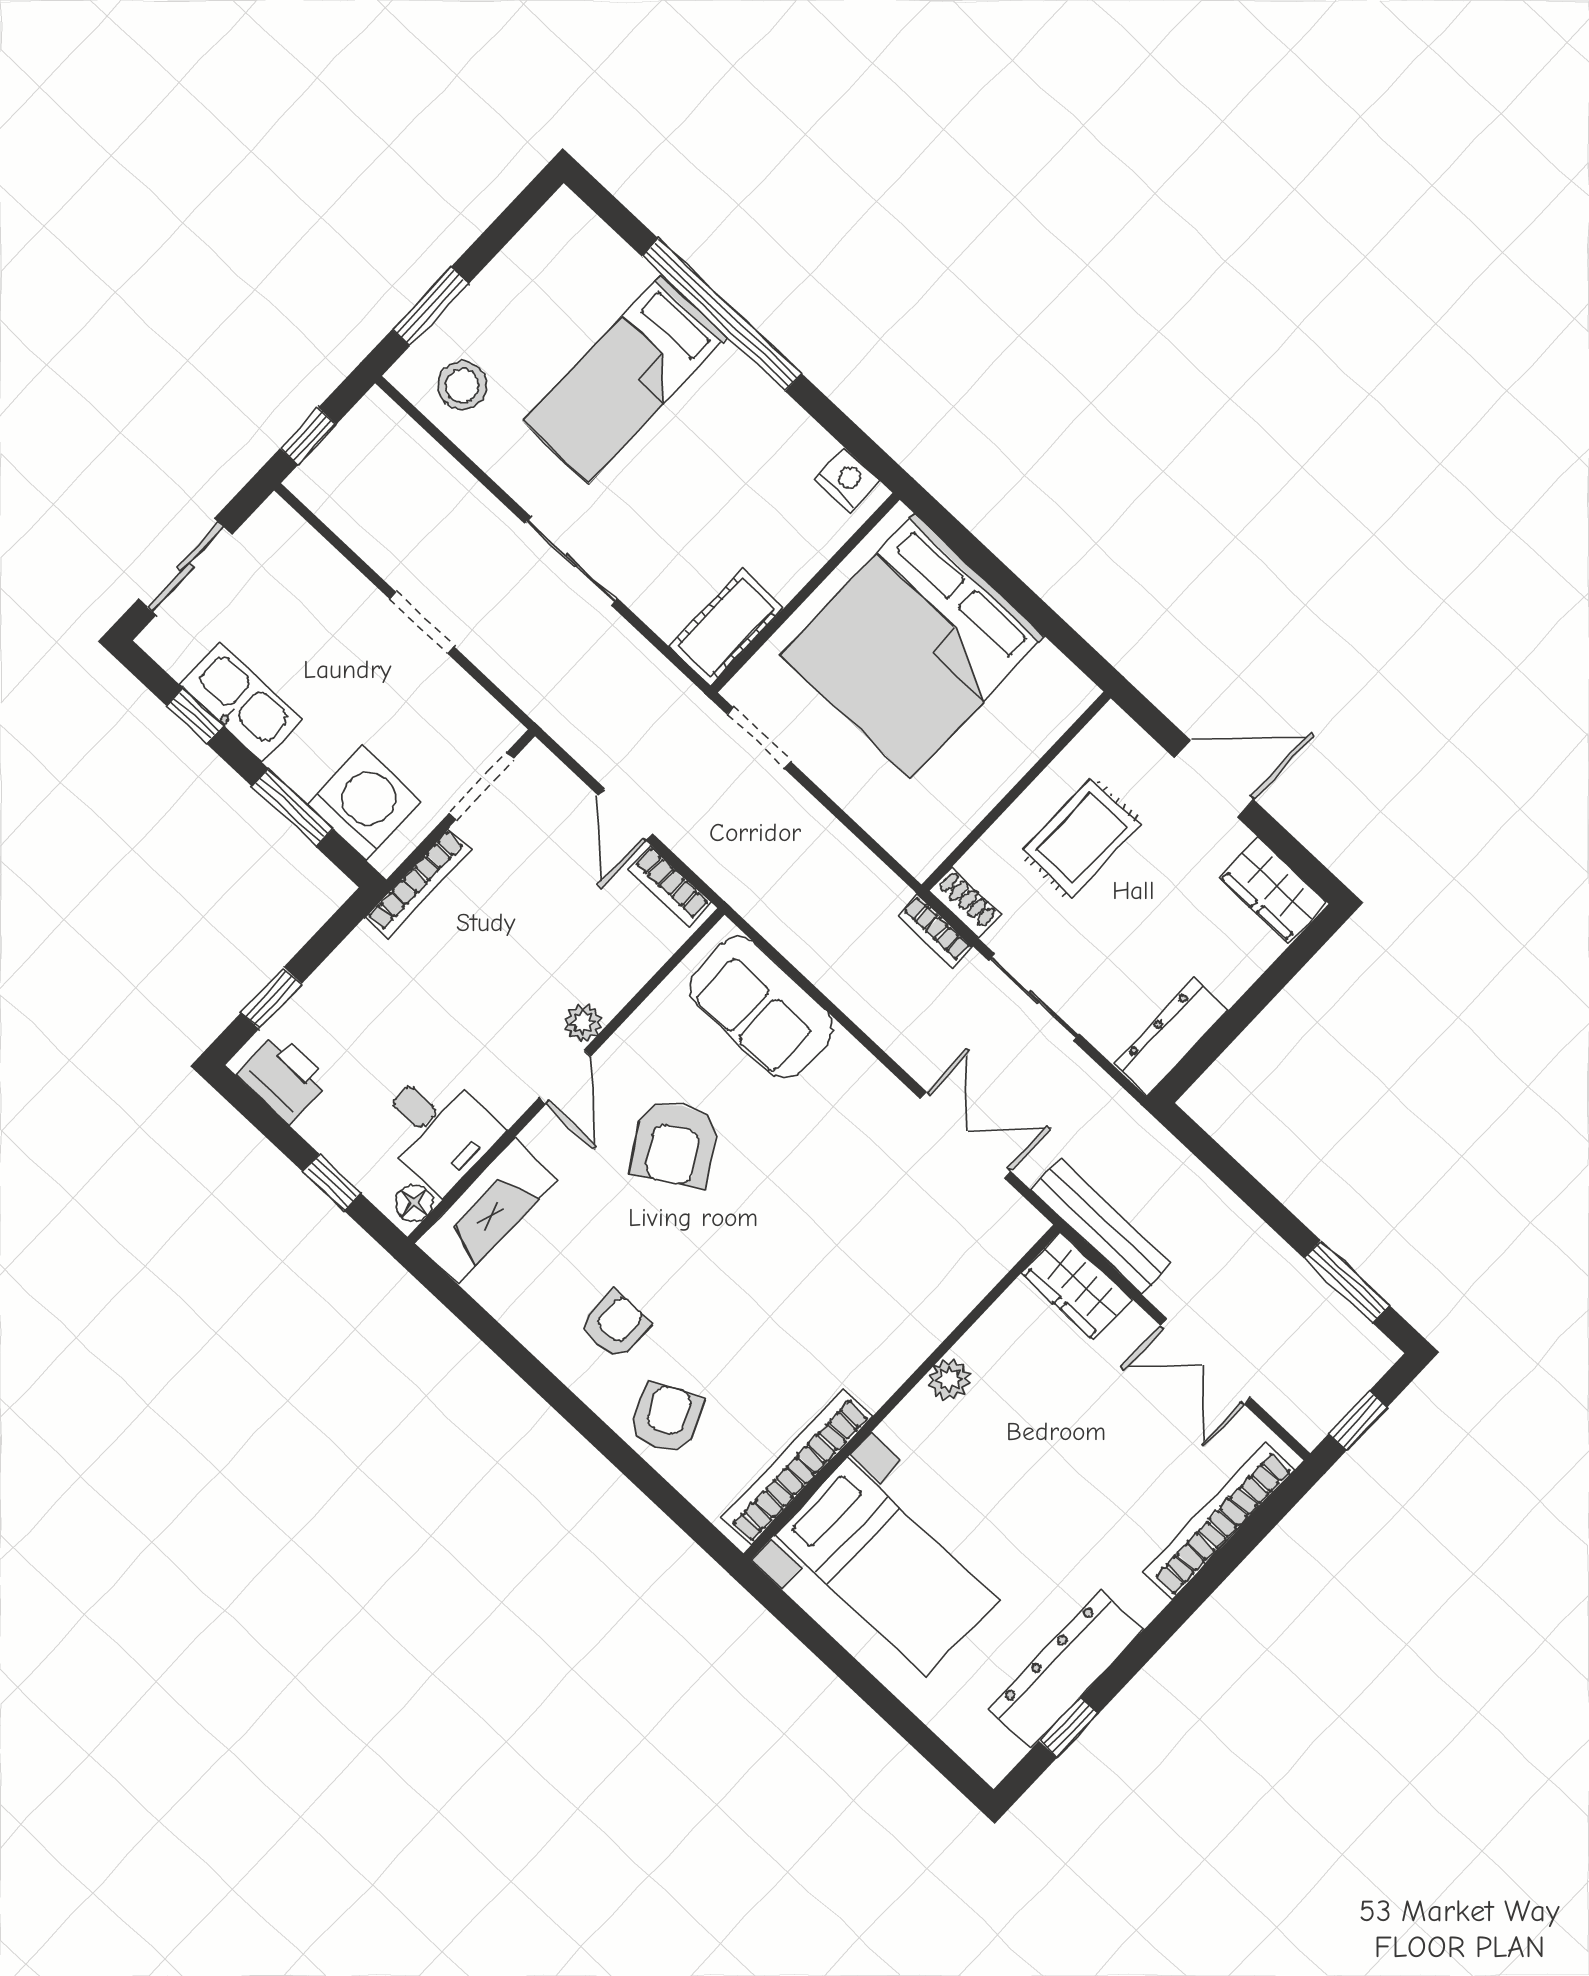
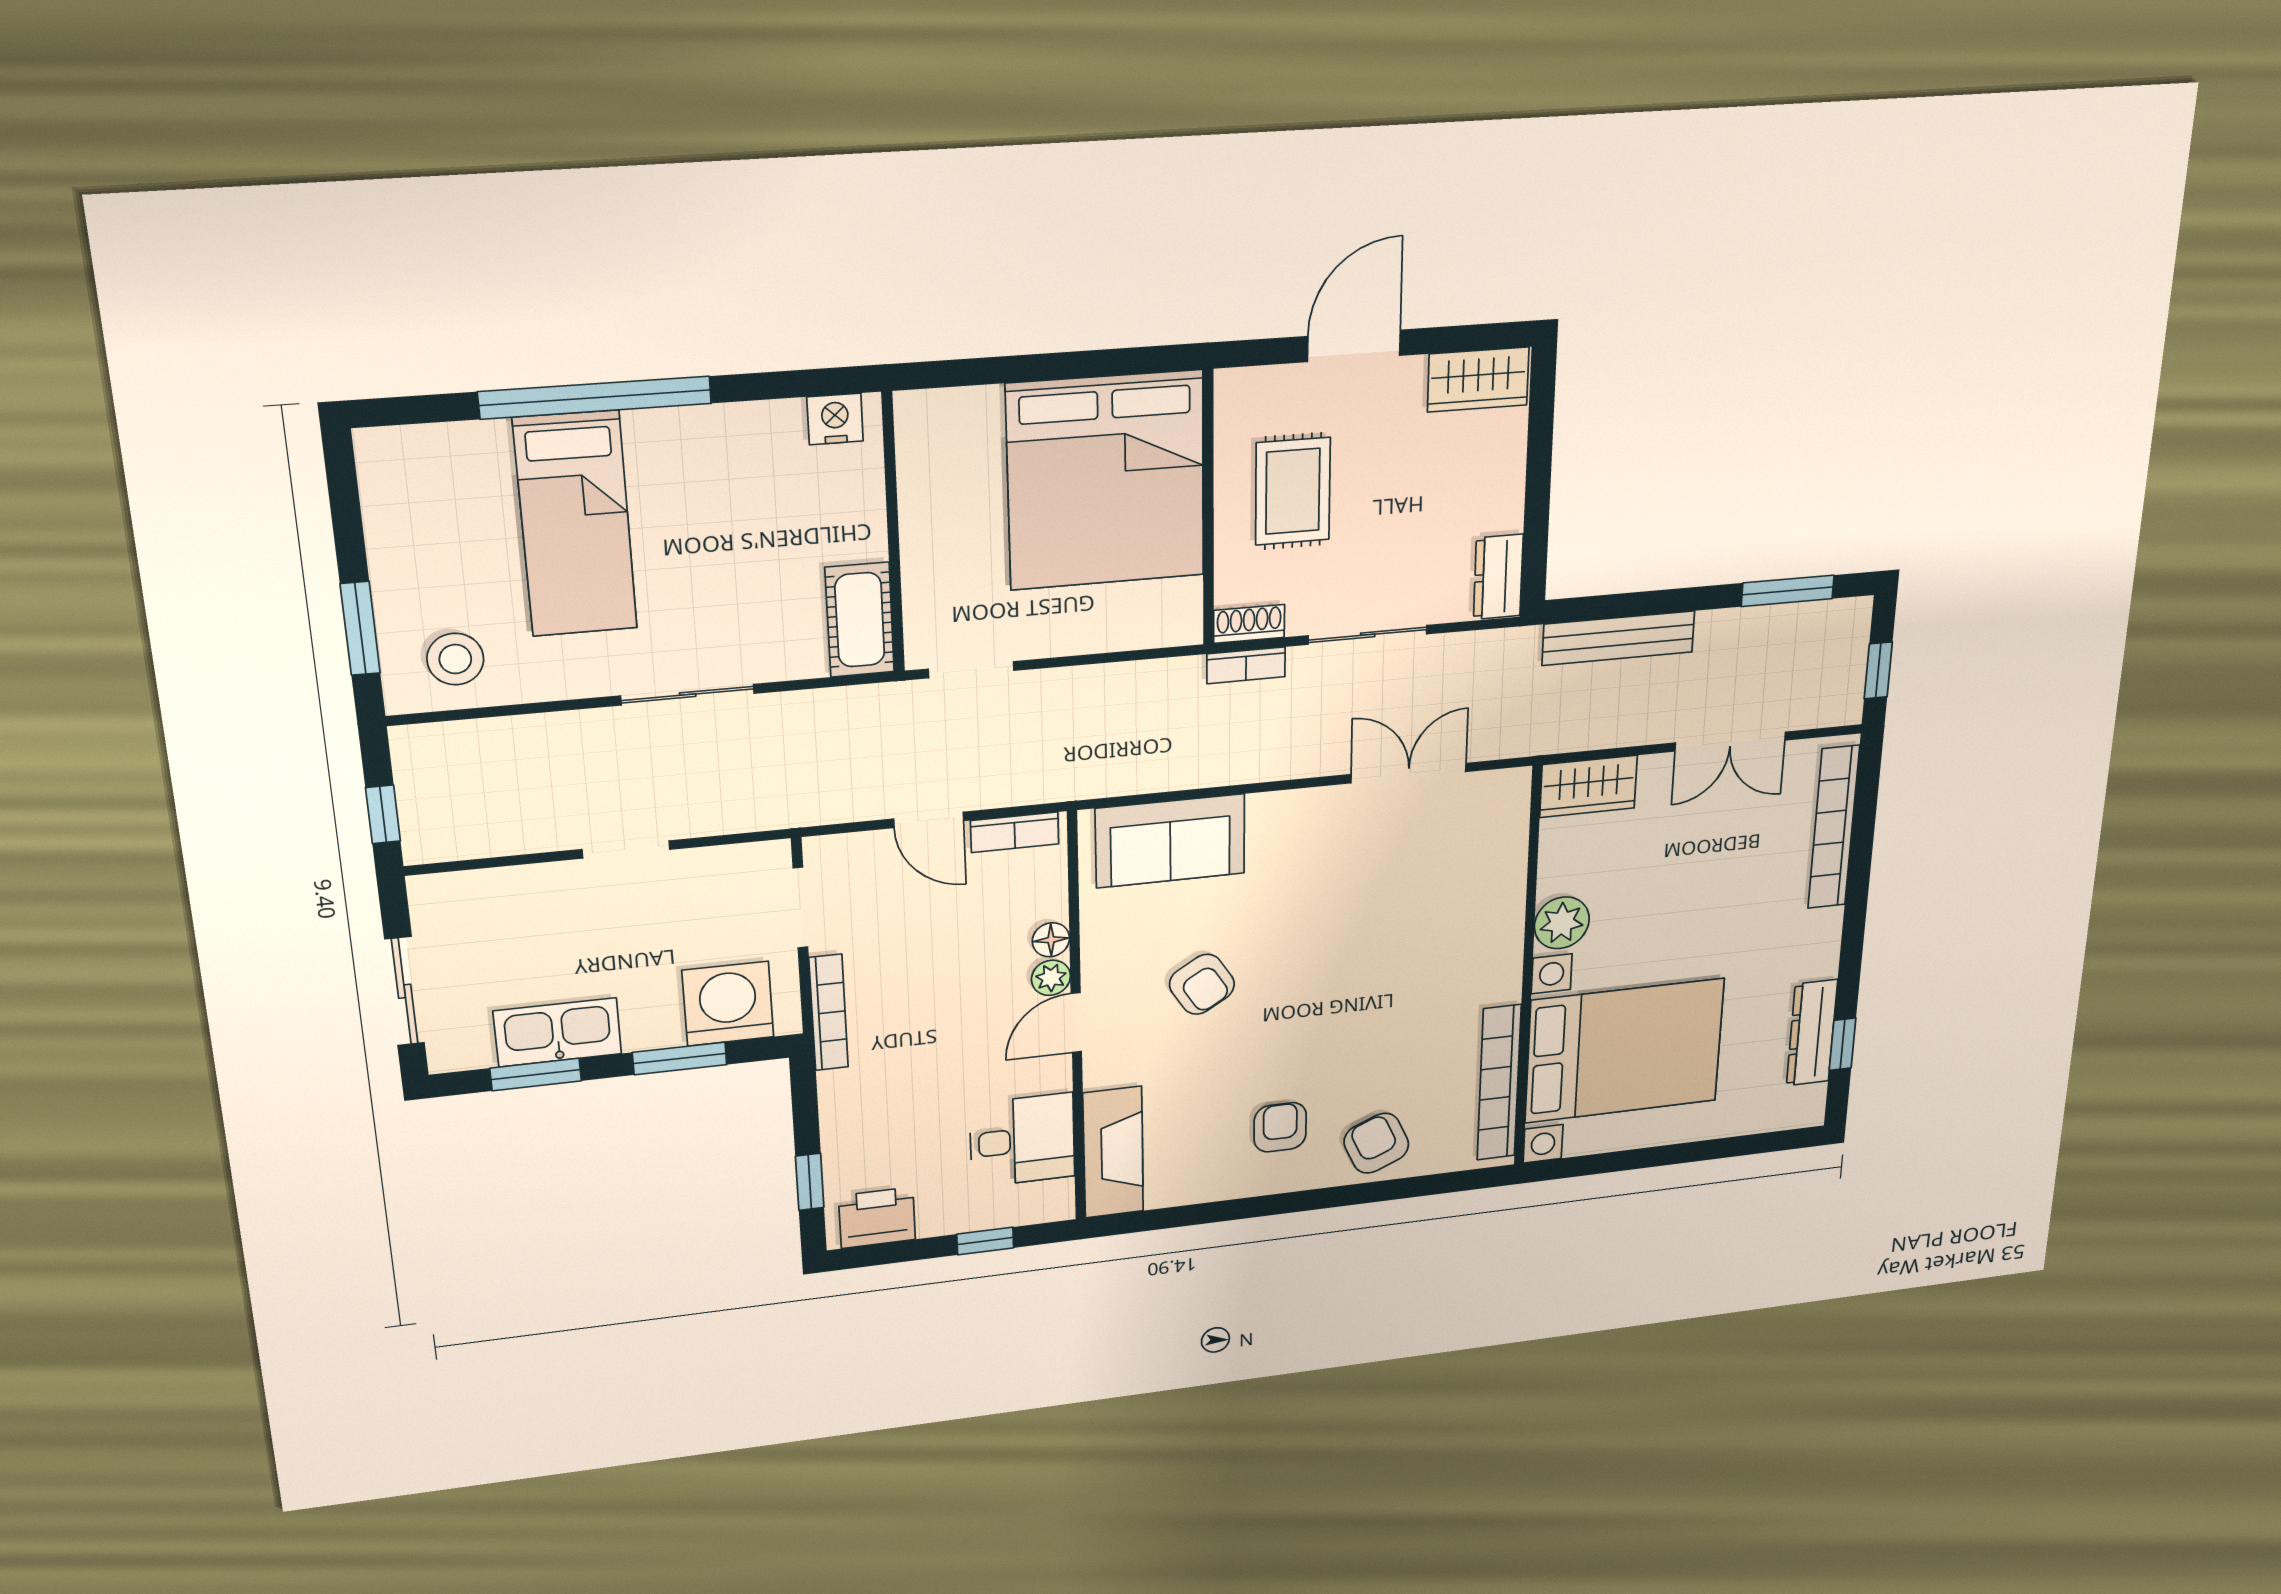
bed: (913, 646) -> (1106, 481), moved
window: (195, 716) -> (536, 1075), width x1.50
dresser: (1171, 1037) -> (1498, 577), width x0.70
door: (565, 1077) -> (1076, 1023), swing flipped
armchair: (675, 1144) -> (1202, 984), width x0.72, depth x0.72
floor lamp: (414, 1203) -> (1051, 940), moved
bench: (1100, 1226) -> (1618, 638), moved
plant: (949, 1380) -> (1562, 923), width x1.38, depth x1.38
bed with nightstands: (886, 1568) -> (1624, 1051), width x1.36
dresser: (1066, 1670) -> (1812, 1033), width x0.73, depth x0.80

